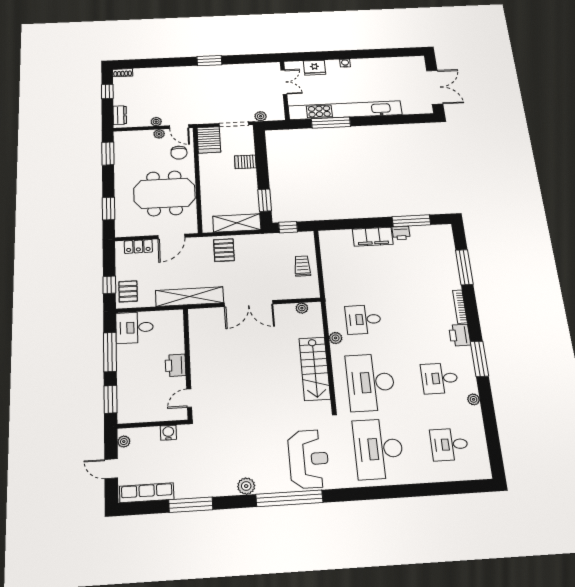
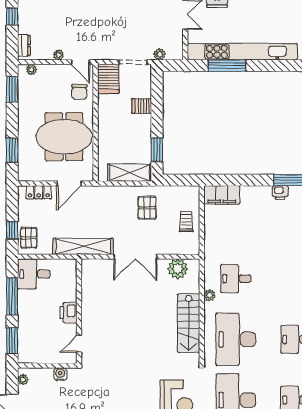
plant: (159, 134) -> (31, 69), moved
window: (288, 227) -> (177, 180), removed
filing cabinet: (373, 237) -> (222, 195), moved
pallet: (224, 250) -> (147, 208), moved
plant: (302, 308) -> (178, 269), width x1.87, depth x1.87

